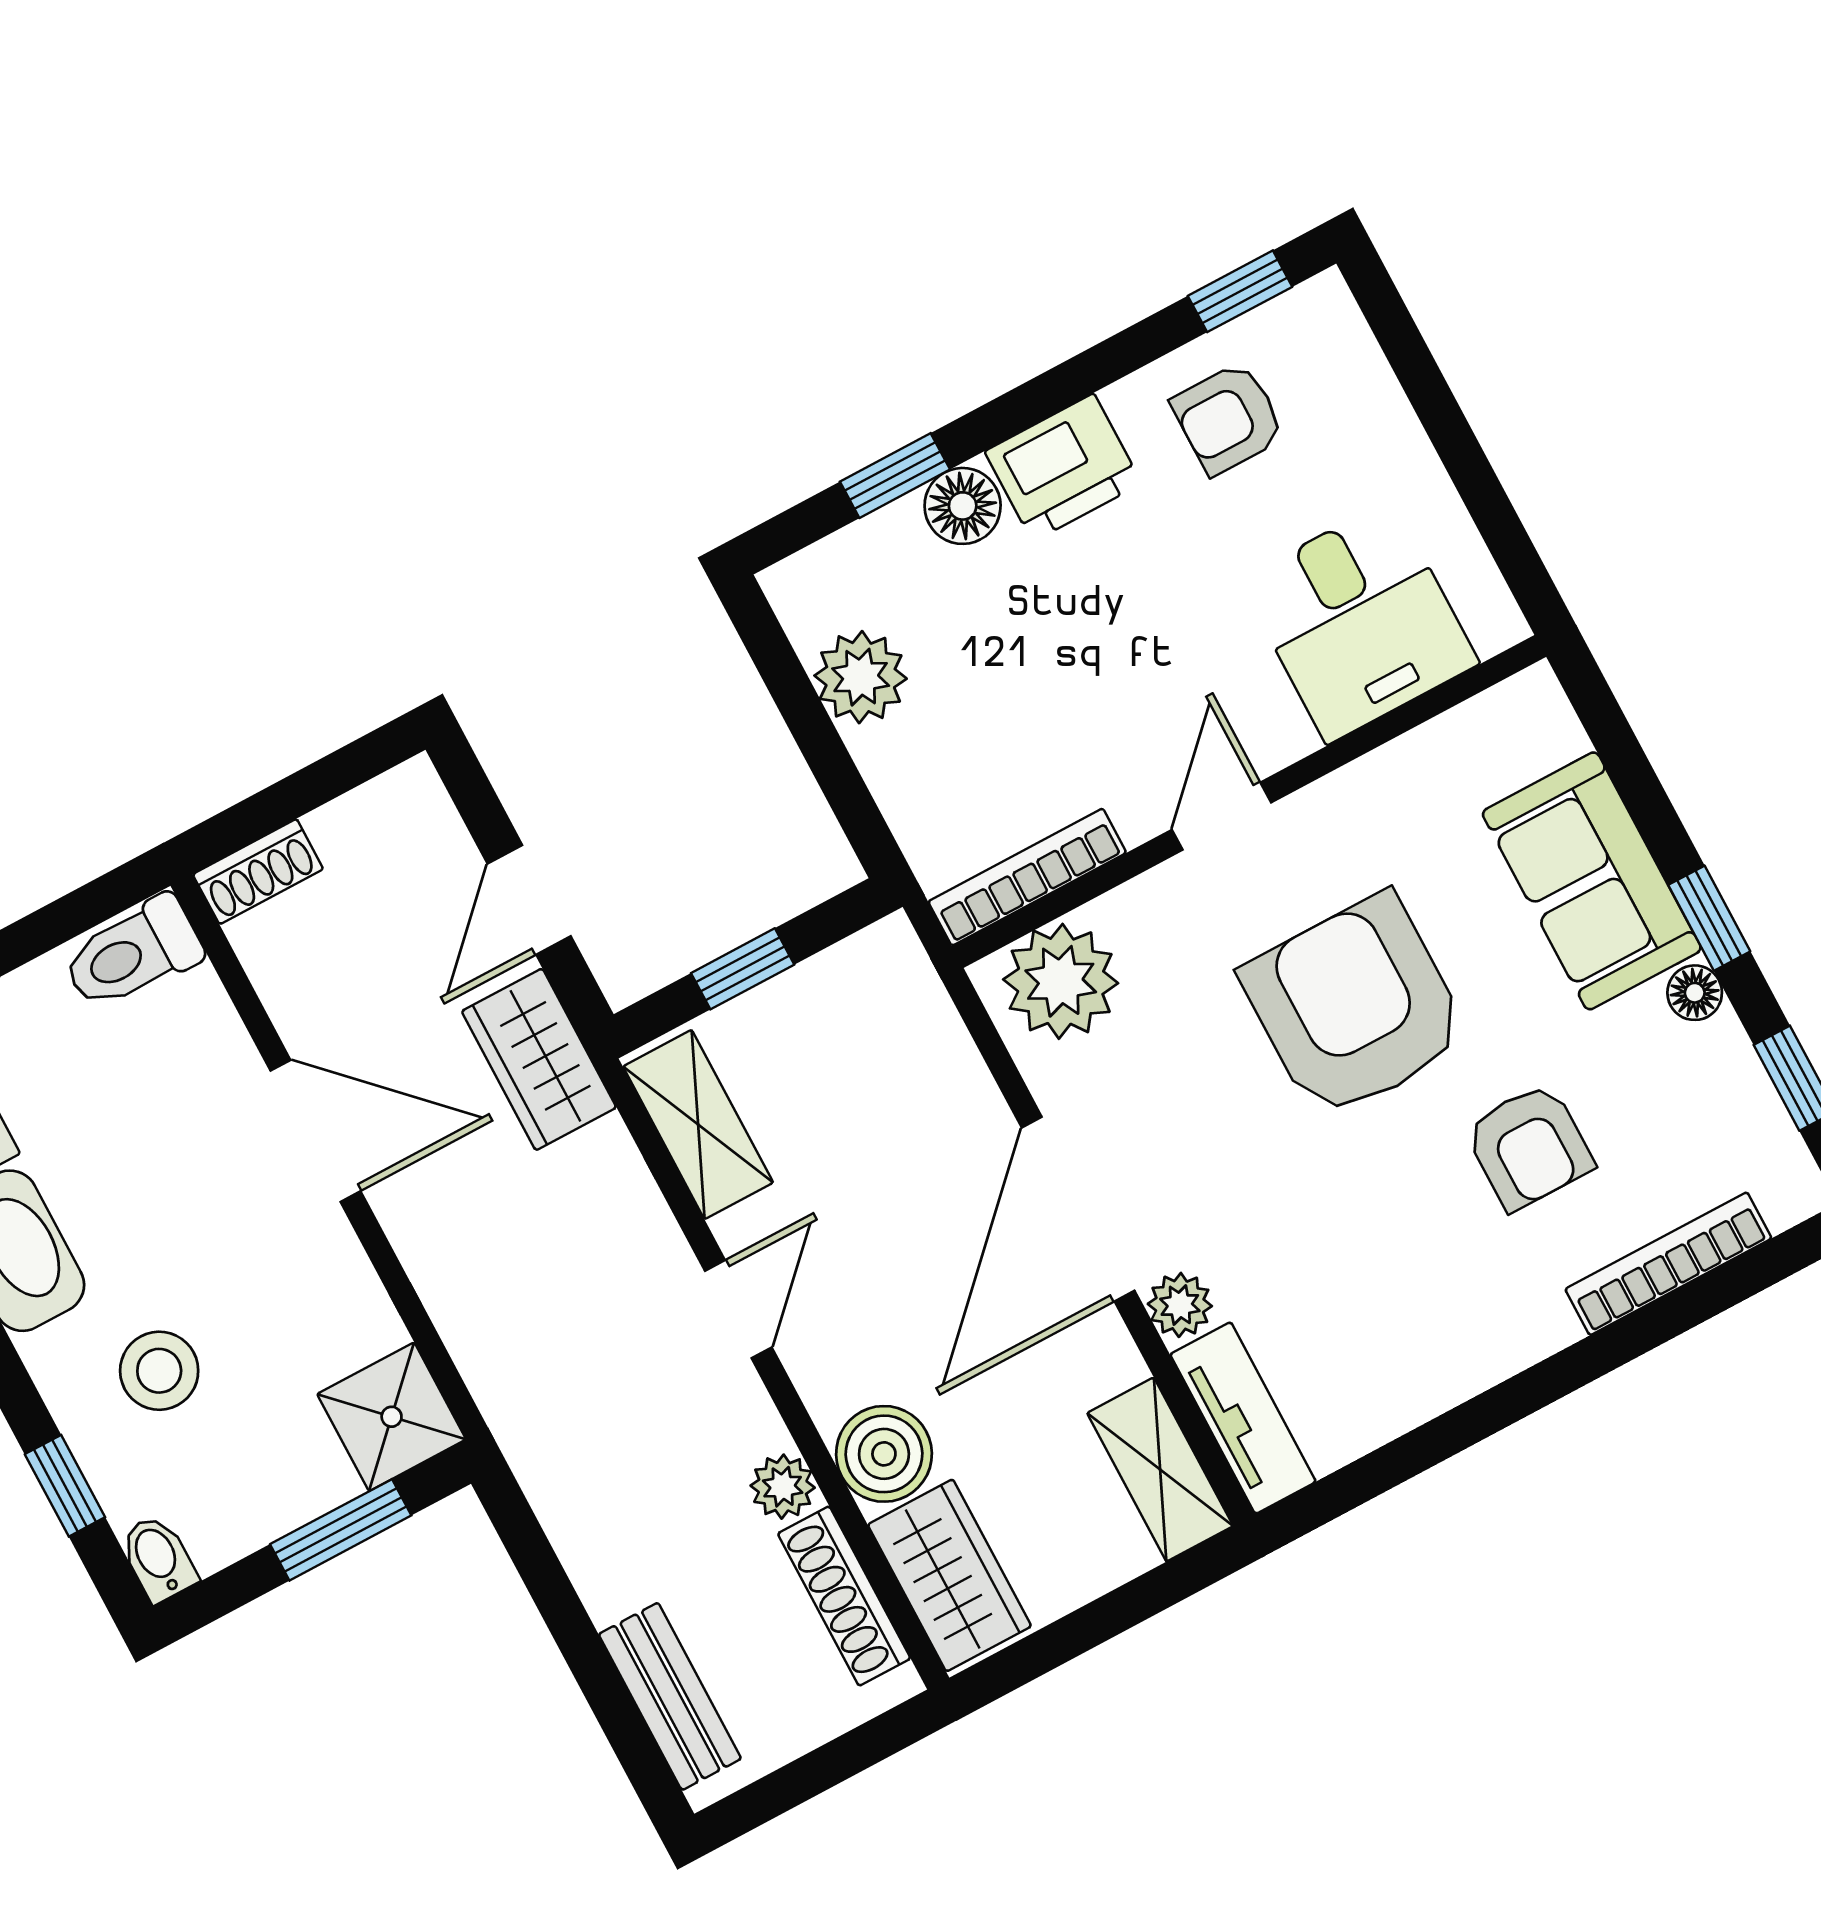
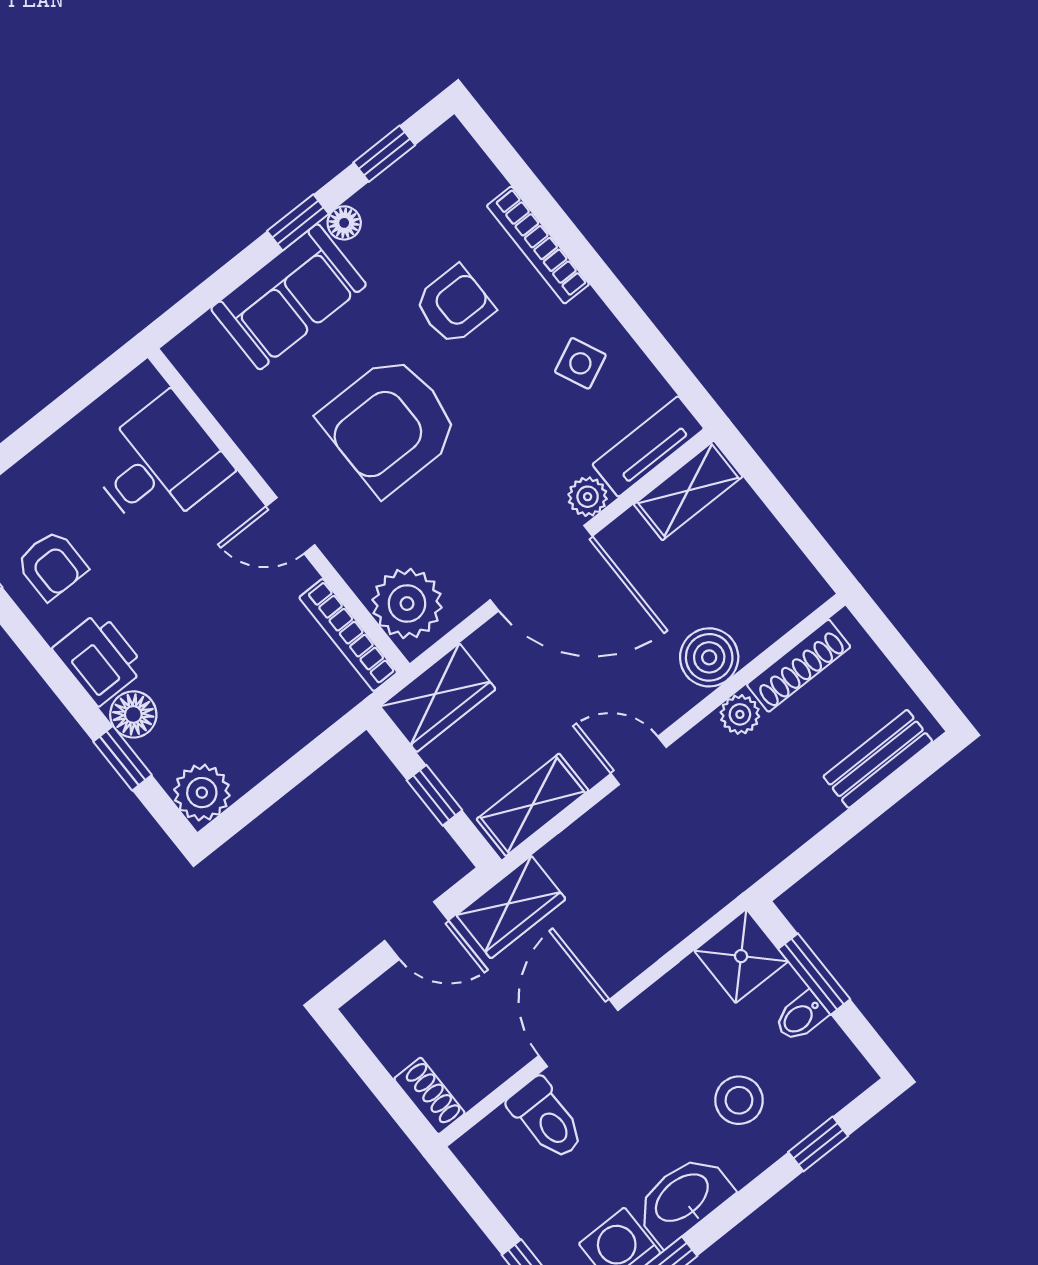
plant: (861, 677) -> (202, 793), moved
toilet: (132, 954) -> (547, 1119), moved
bookcase: (1668, 1264) -> (538, 245), moved
side table: (1398, 1333) -> (580, 363), added
bidet: (158, 1558) -> (801, 1017), moved
wardrobe: (950, 1575) -> (438, 698), moved, turned 180

